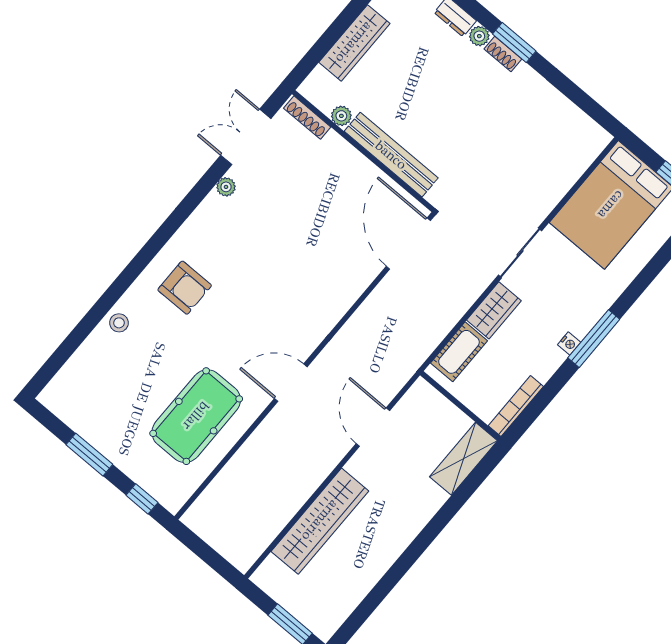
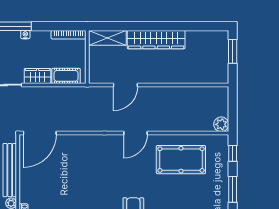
door: (291, 383) -> (135, 133), hinge flipped
plant: (198, 518) -> (221, 124), added
wardrobe: (320, 521) -> (156, 40), moved, turned 180

